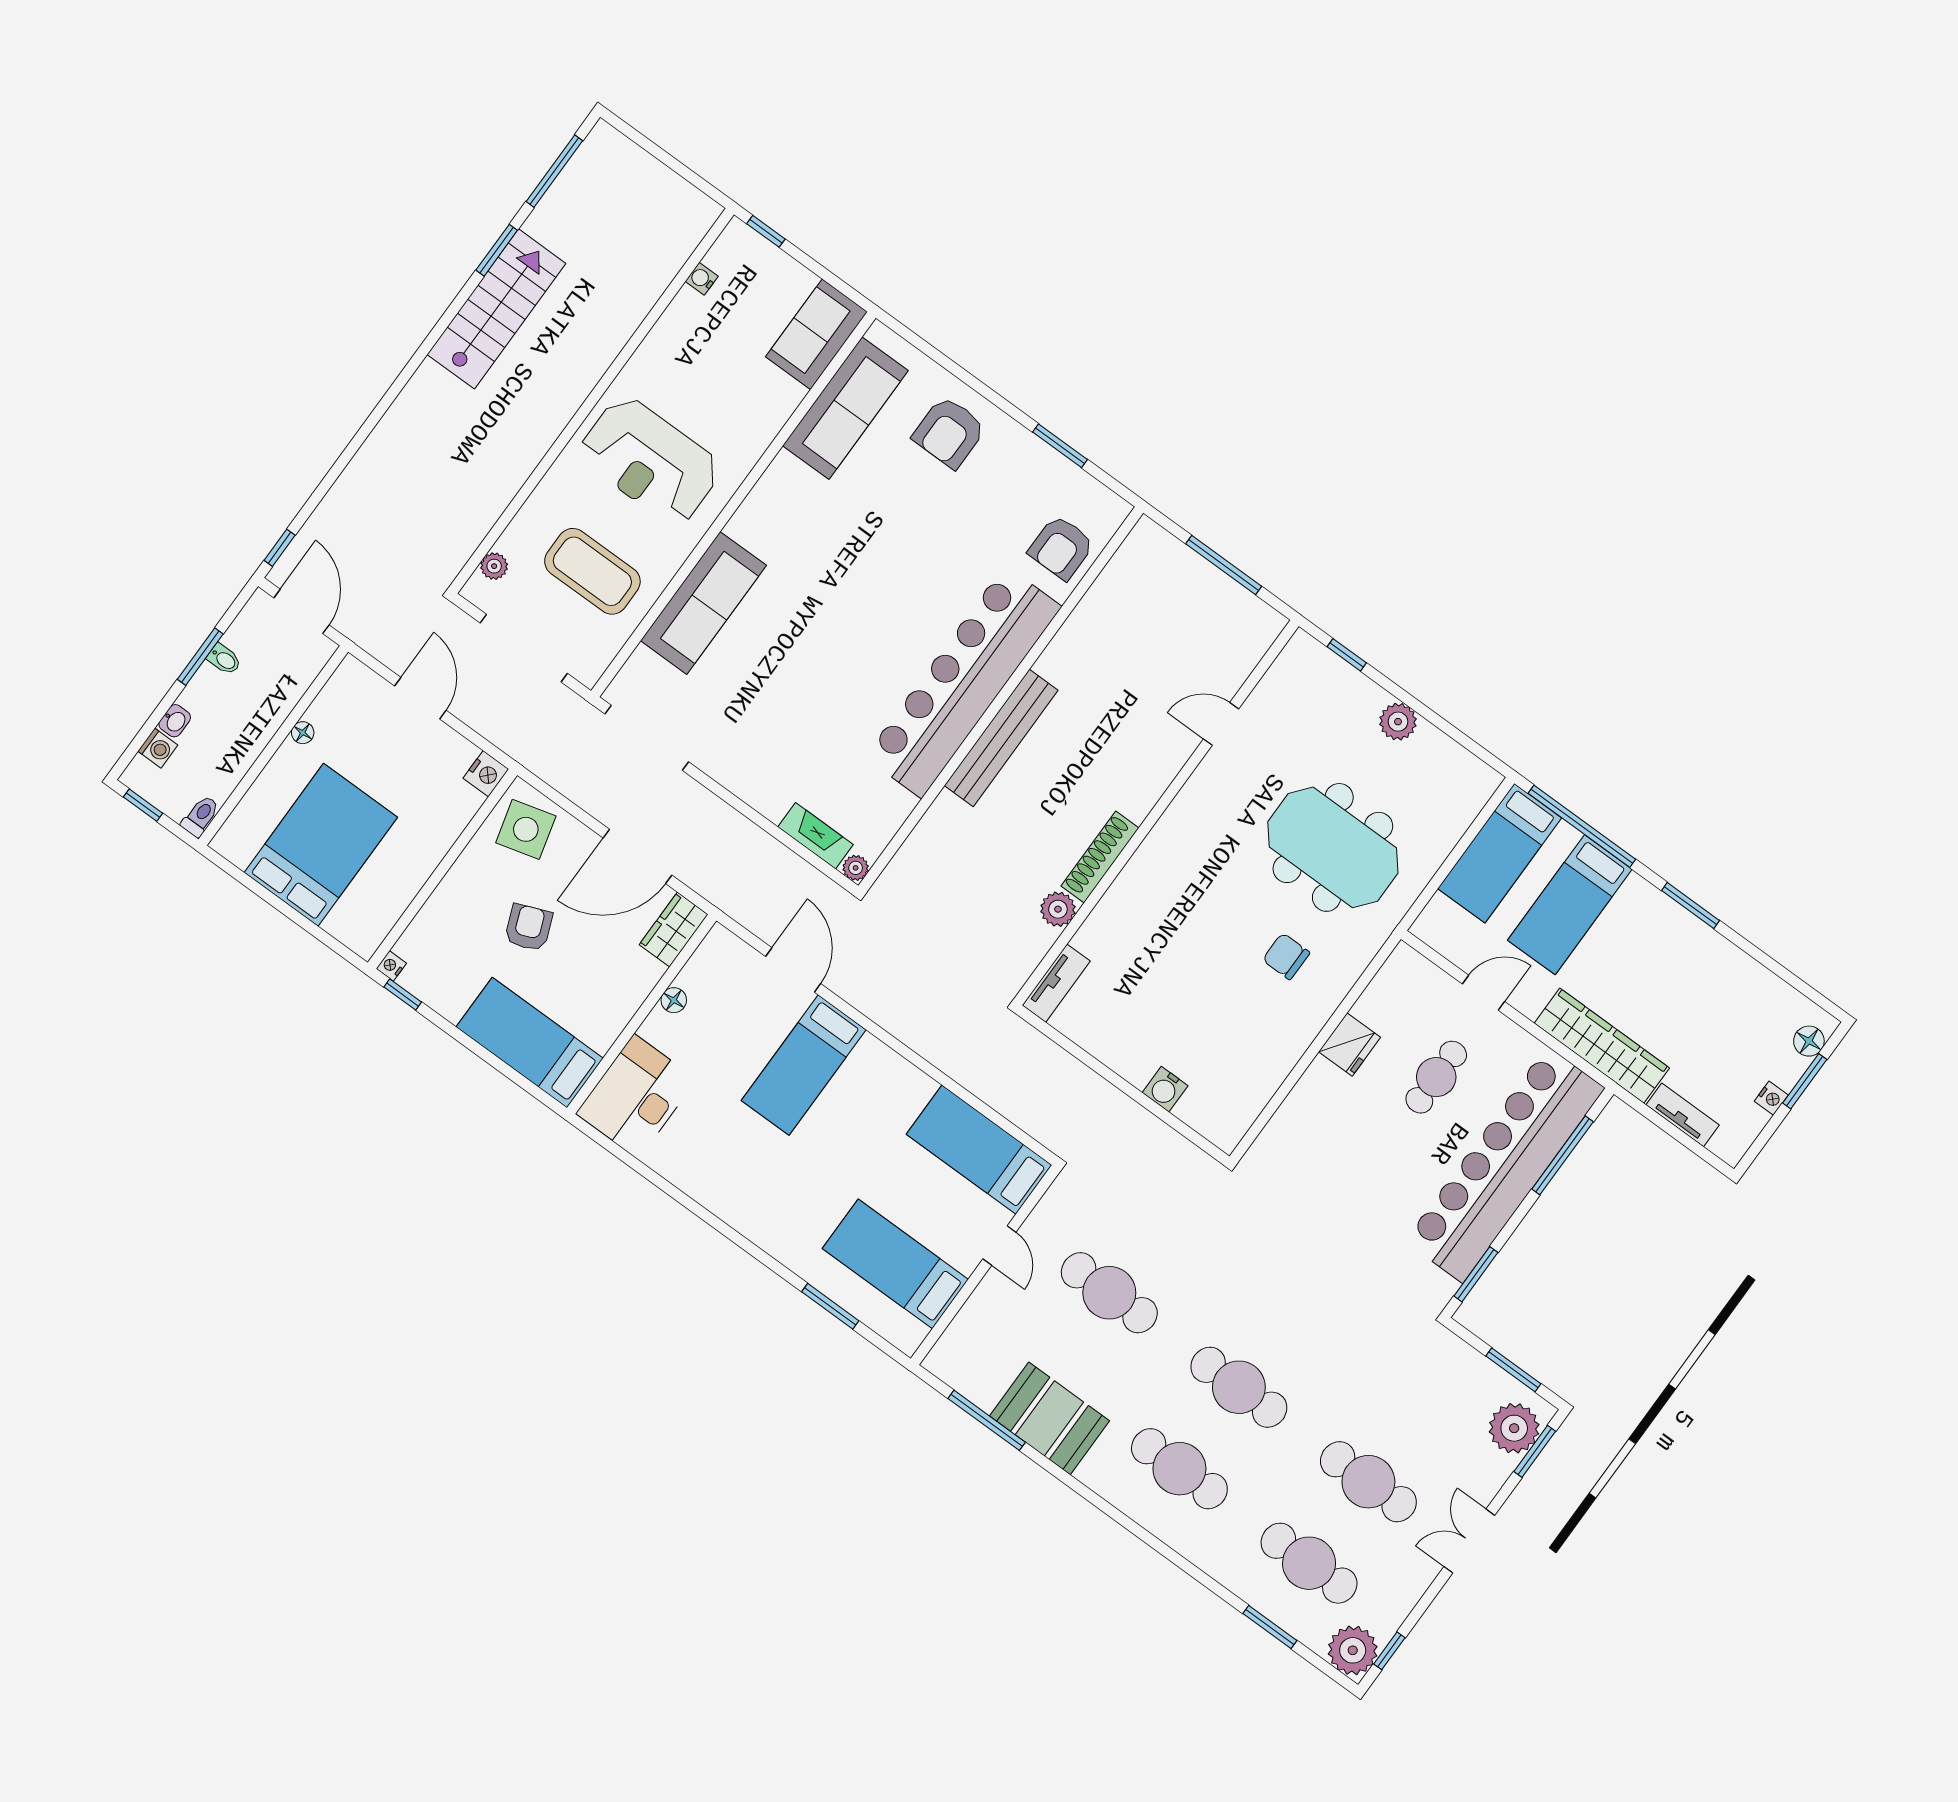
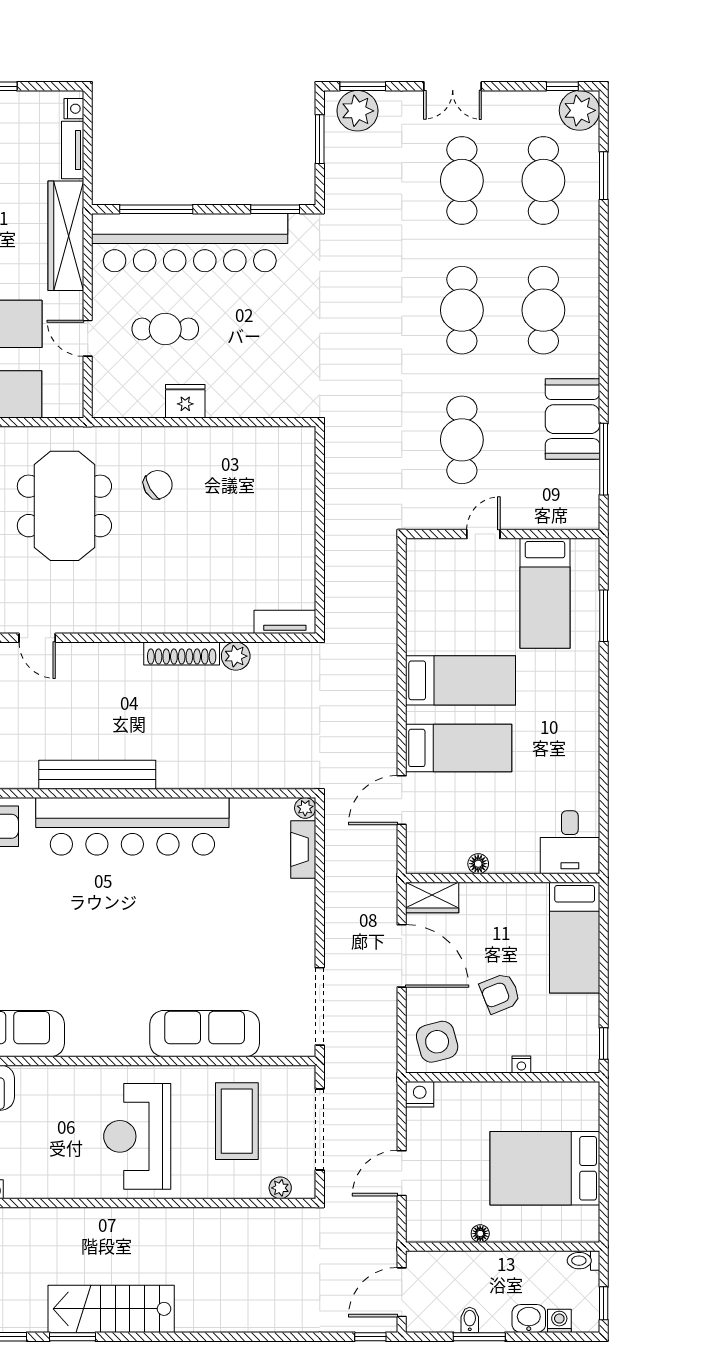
reception desk: (650, 461) -> (137, 1136), turned 180
washbasin: (175, 721) -> (529, 1319), width x1.38, depth x1.45
bench: (1001, 738) -> (97, 775), moved
chair: (1286, 956) -> (158, 485), turned -121
nightstand: (391, 966) -> (521, 1065), moved
water cooler: (1165, 1089) -> (302, 500), removed
desk: (636, 1096) -> (570, 842), width x0.73
nightstand: (1771, 1098) -> (74, 109), moved, turned 90
bed: (979, 1150) -> (461, 680), moved, turned -90

